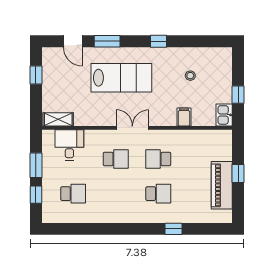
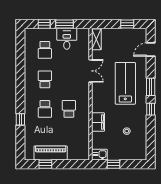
window: (107, 41) -> (151, 87), moved
lab bench: (121, 78) -> (125, 83), turned 180
filing cabinet: (184, 117) -> (98, 122), width x2.00
double door: (132, 128) -> (91, 71), moved
desk: (69, 145) -> (67, 39), moved, turned -90
school desk: (116, 159) -> (45, 79), moved, turned 180
window: (238, 174) -> (45, 164), moved

